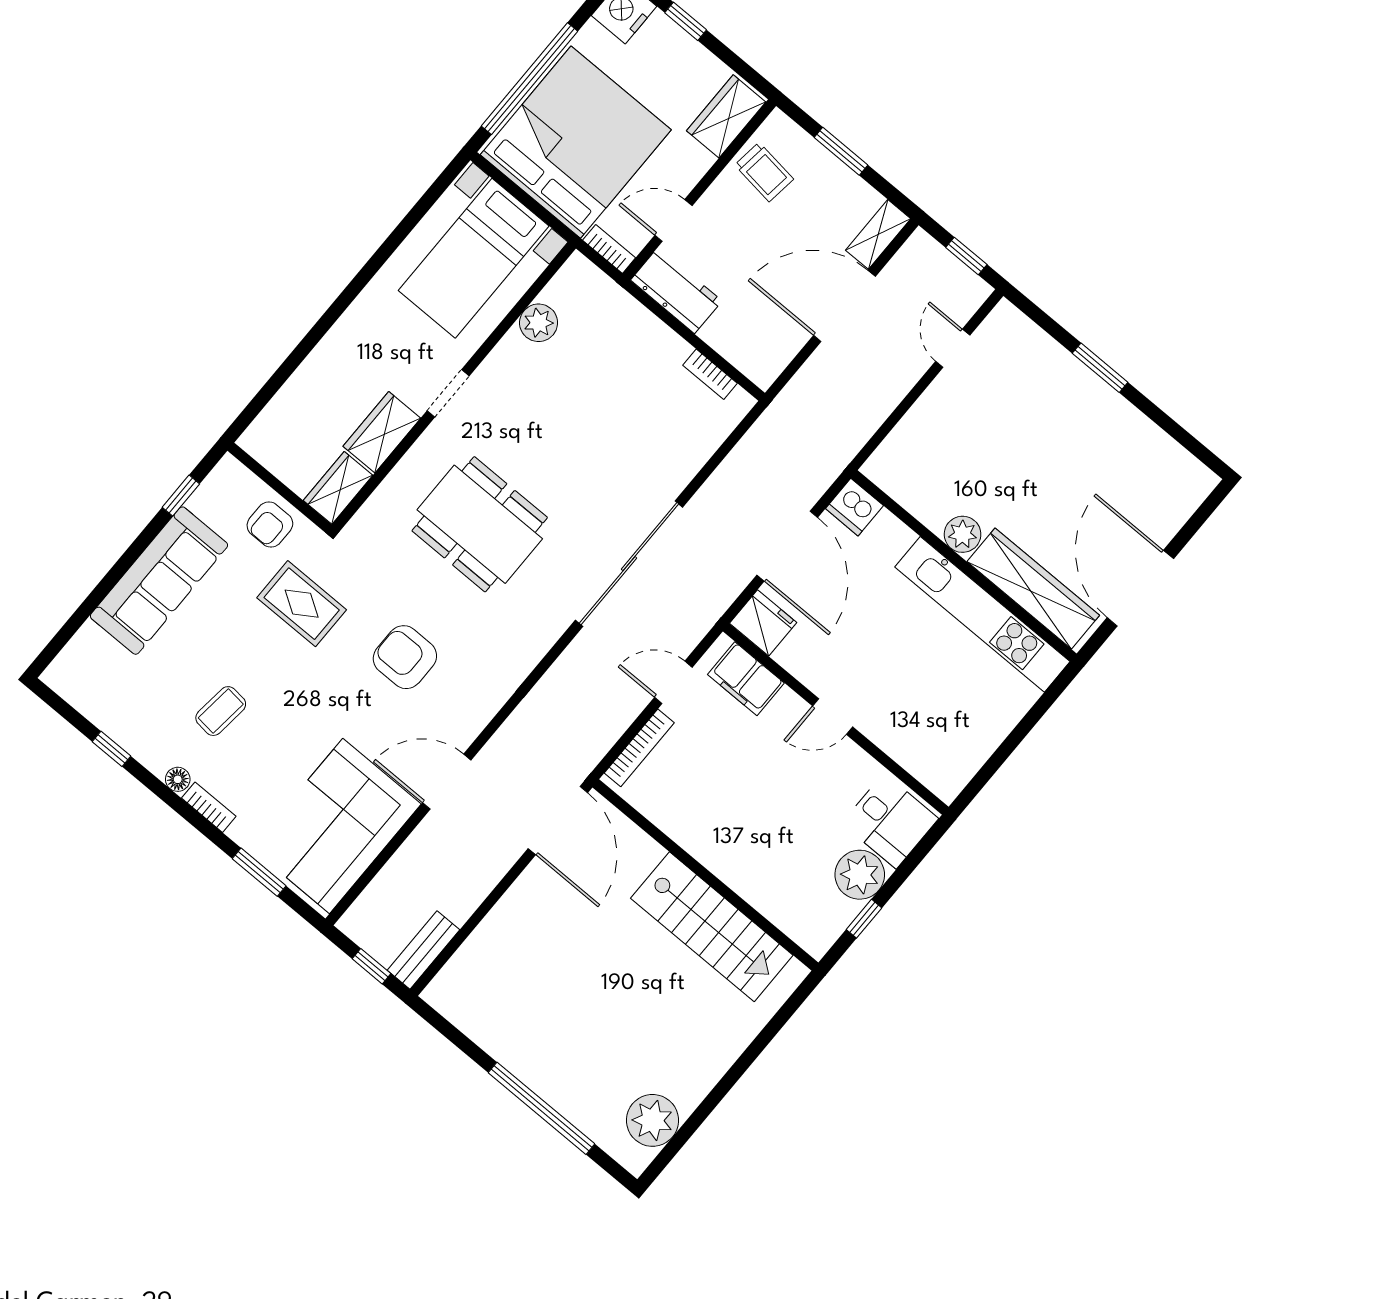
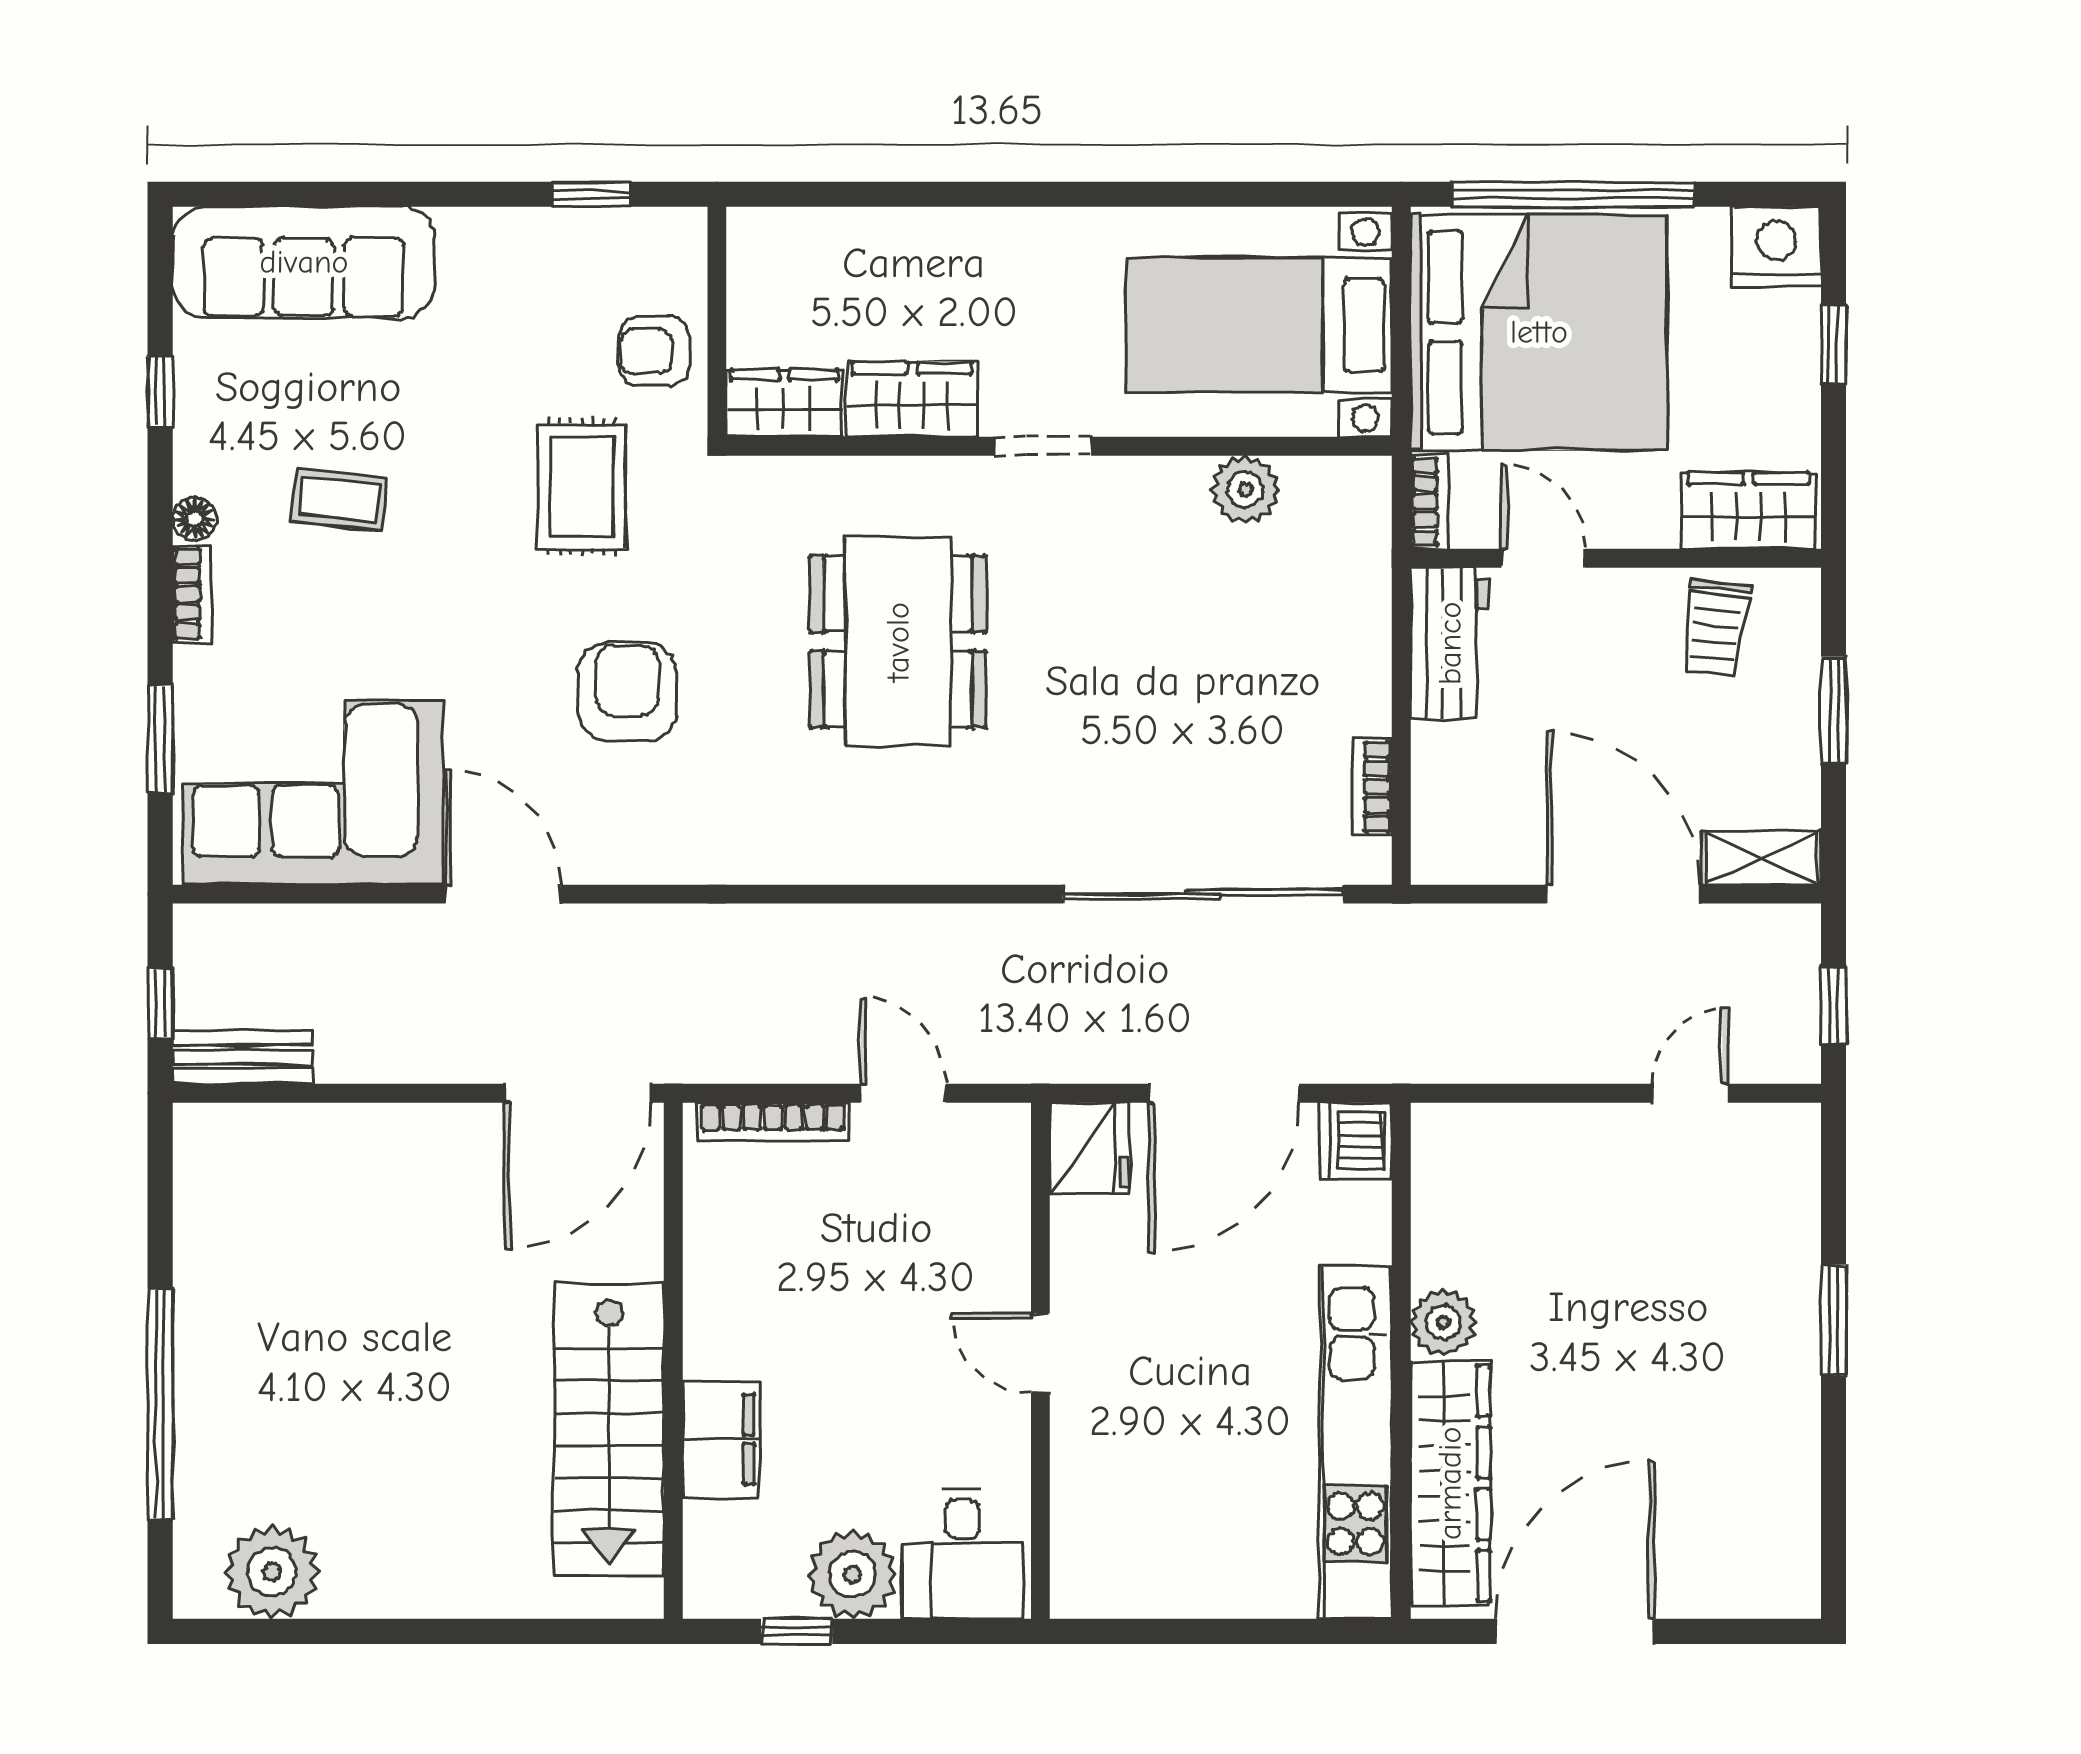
sliding door: (629, 564) -> (1203, 894), moved
sofa: (159, 581) -> (304, 262), moved
filing cabinet: (746, 679) -> (722, 1439), moved, turned 180

